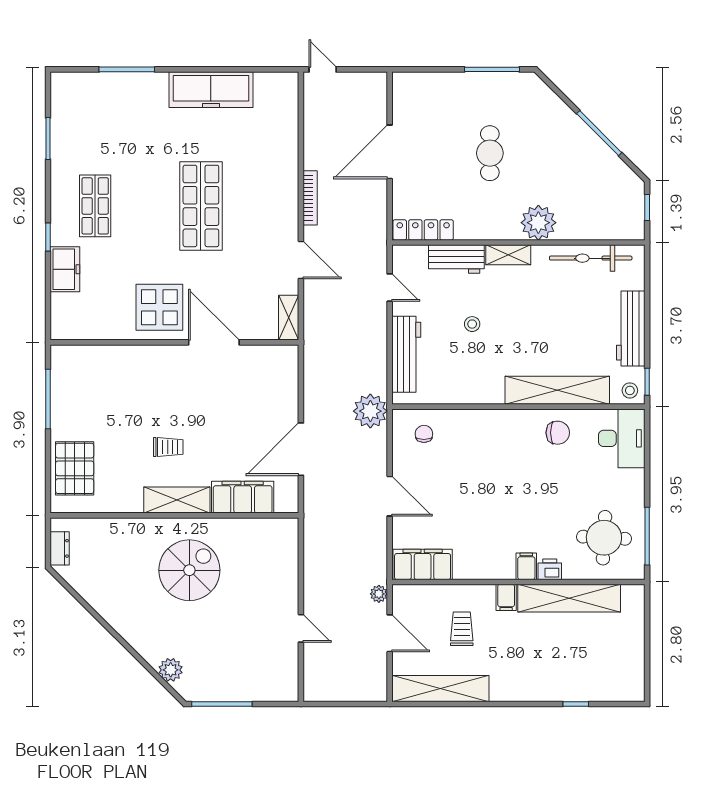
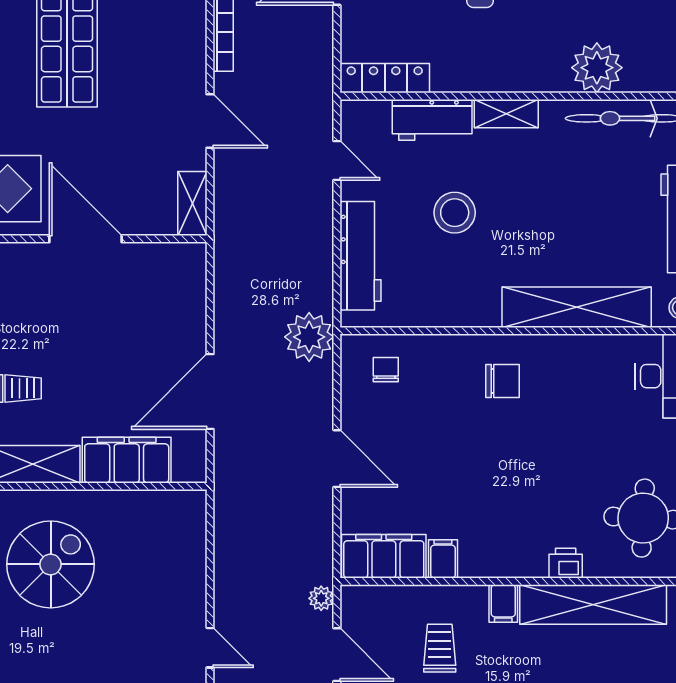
plant: (538, 223) -> (597, 68), moved
stool: (472, 324) -> (455, 213), width x1.89, depth x1.89
chair: (558, 433) -> (503, 381), moved
filing cabinet: (526, 566) -> (443, 559), moved

